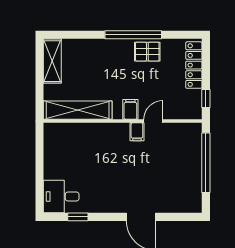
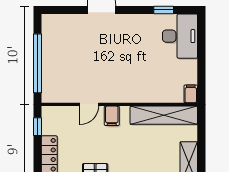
filing cabinet: (137, 132) -> (191, 94), moved
desk: (61, 196) -> (180, 36), width x1.37

